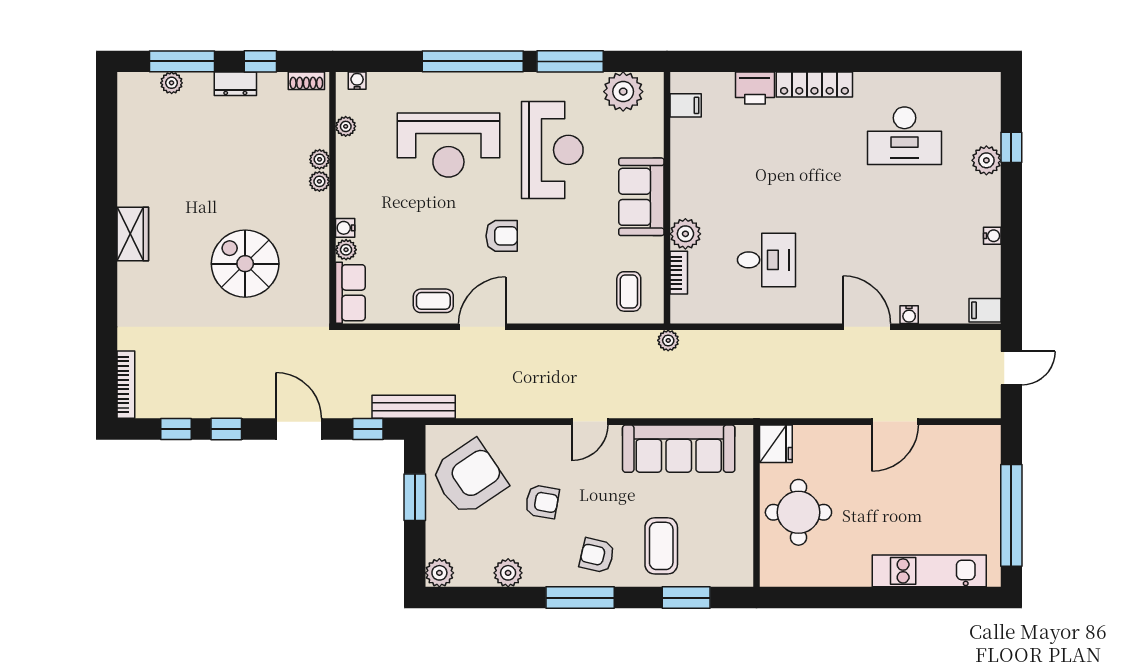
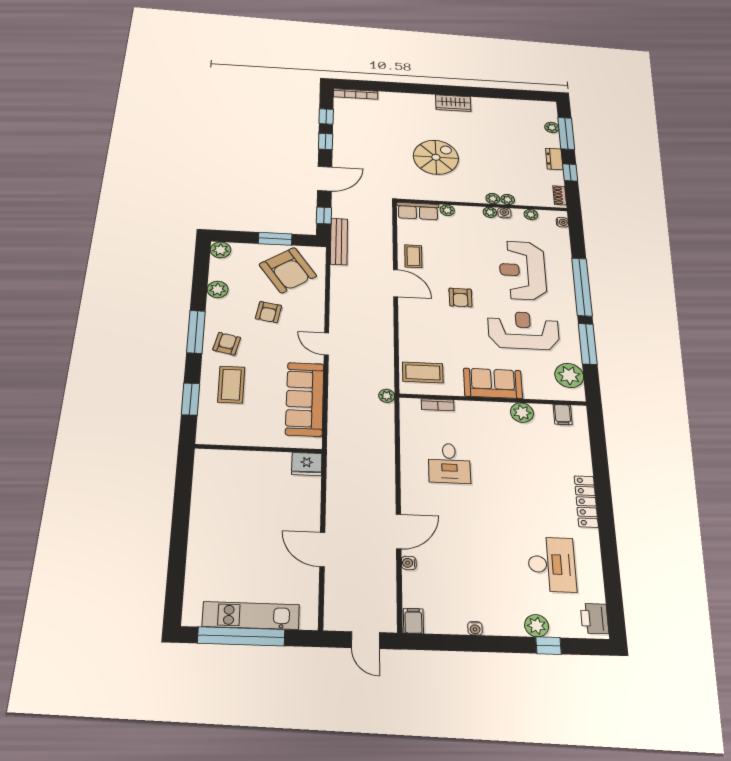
printer: (755, 88) -> (595, 619), moved
desk: (904, 136) -> (552, 564), turned 180
reception desk: (552, 150) -> (523, 330), turned 180
plant: (346, 187) -> (490, 212), added
water cooler: (345, 228) -> (504, 213), moved
plant: (685, 234) -> (522, 413), moved
coffee table: (629, 291) -> (423, 372), width x1.36, depth x1.30
round table: (798, 512) -> (252, 478), removed
coffee table: (661, 546) -> (231, 385), turned 90
kitchen unit: (929, 571) -> (251, 616), moved, turned -90

